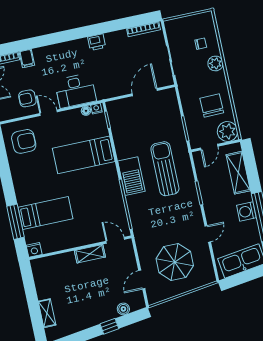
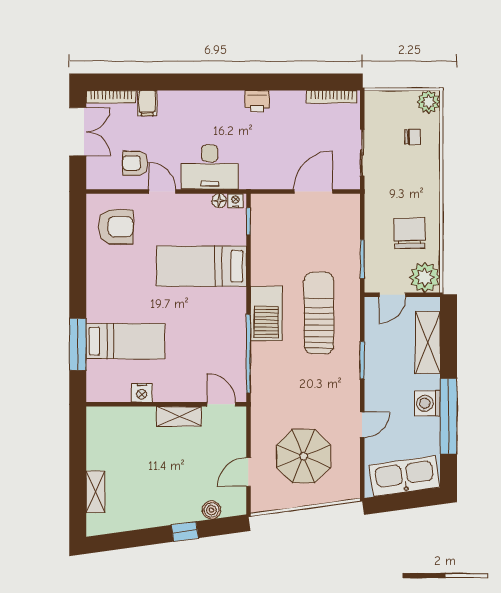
plant: (215, 63) -> (429, 102), moved
nightstand: (34, 250) -> (142, 393), moved

